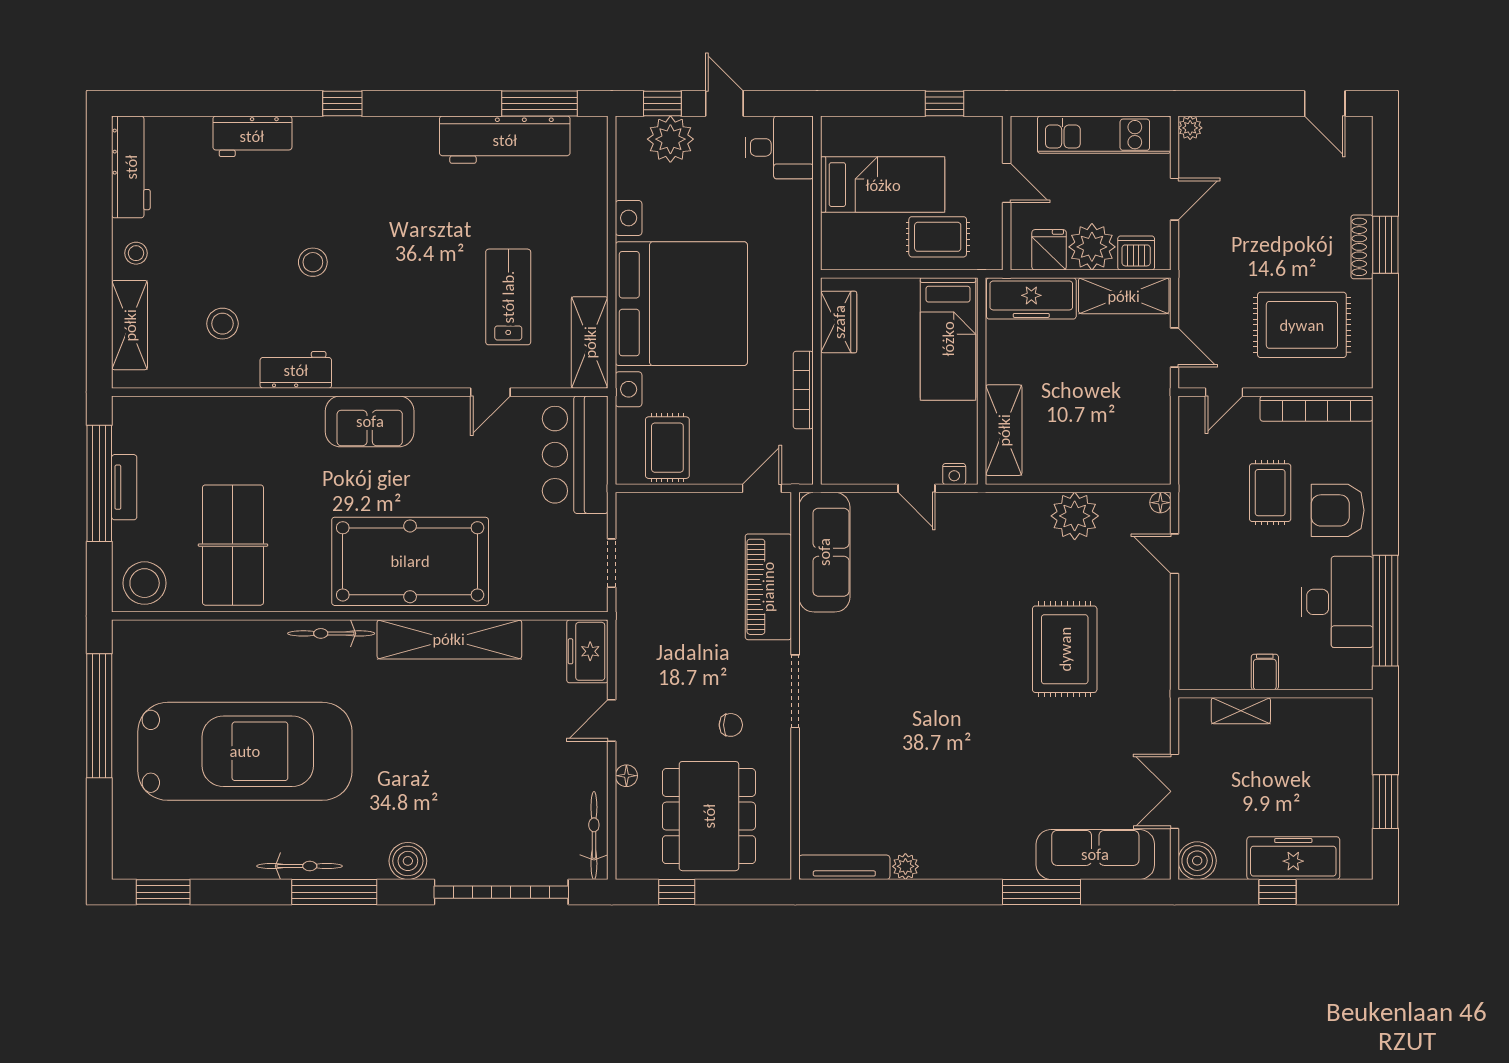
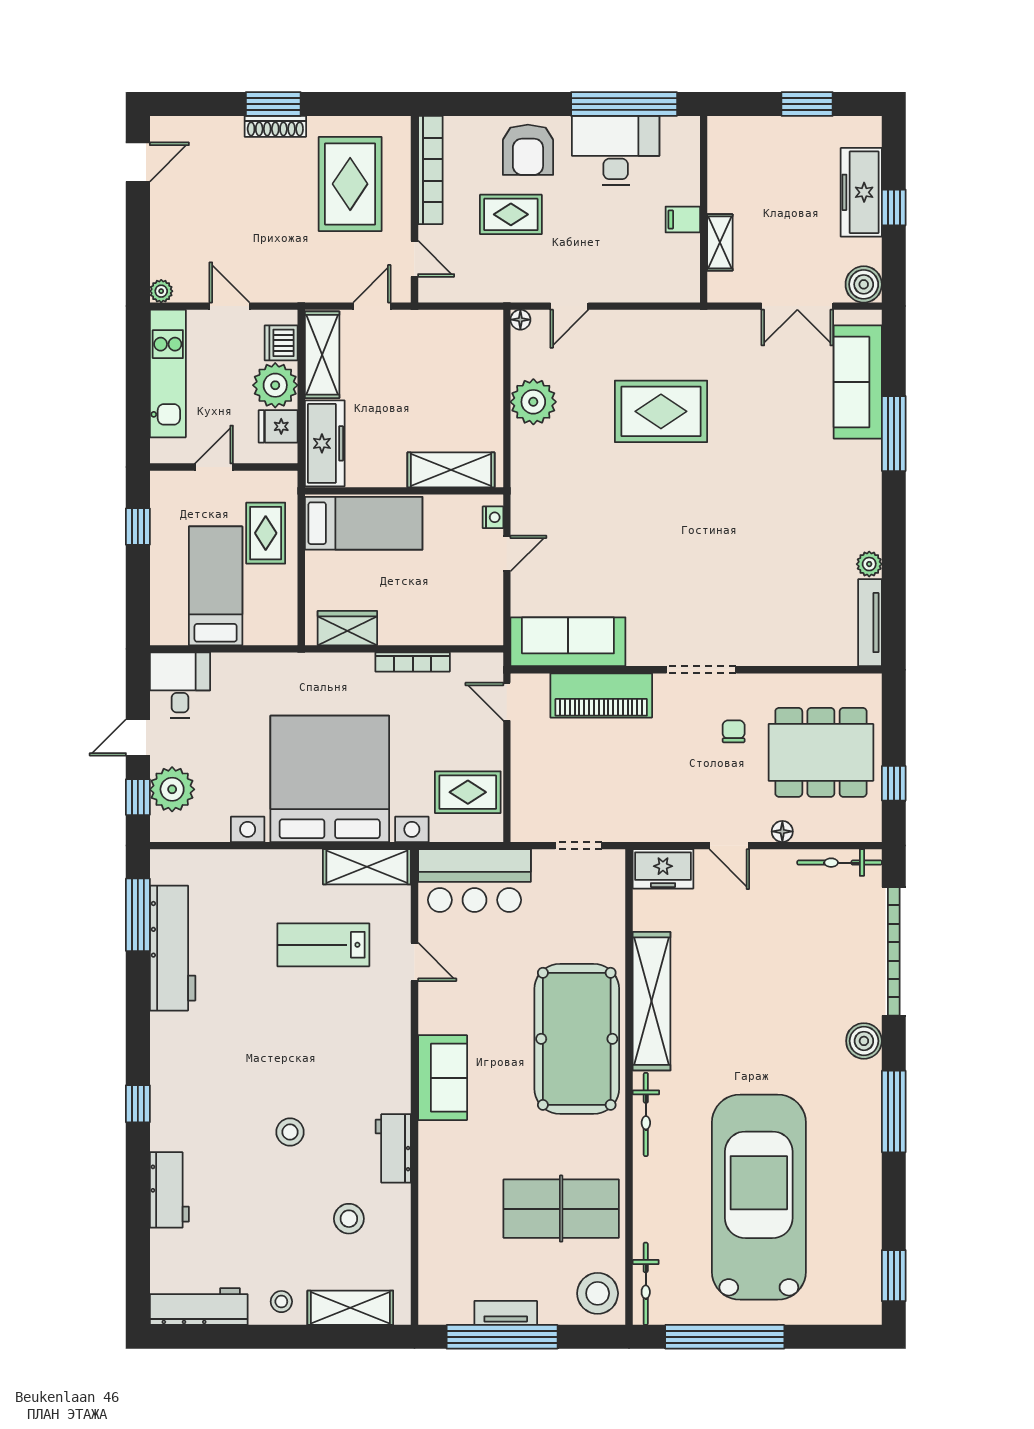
bicycle: (299, 866) -> (646, 1284), moved, turned 180

